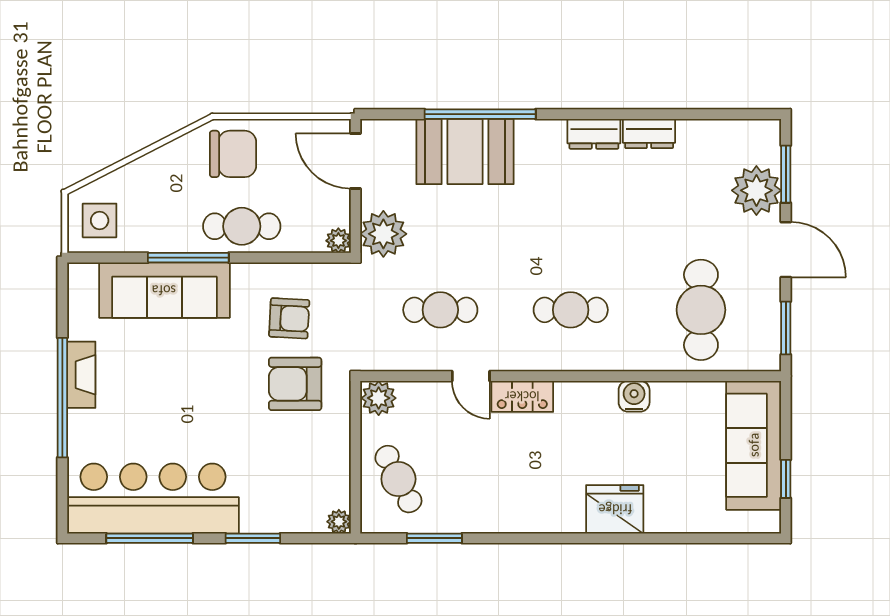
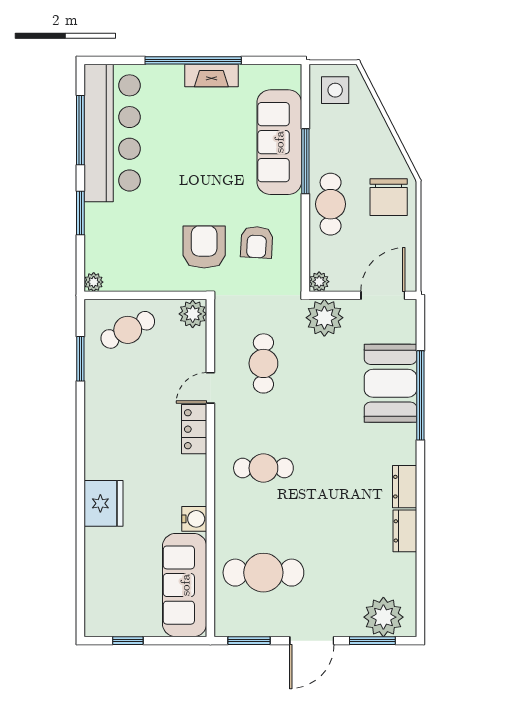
plant: (756, 190) -> (383, 617), moved
cafe table: (571, 310) -> (263, 468), turned 90
sofa: (754, 445) -> (185, 585), moved, turned -90

